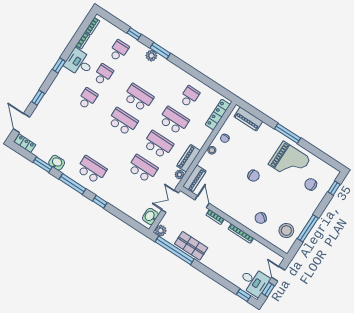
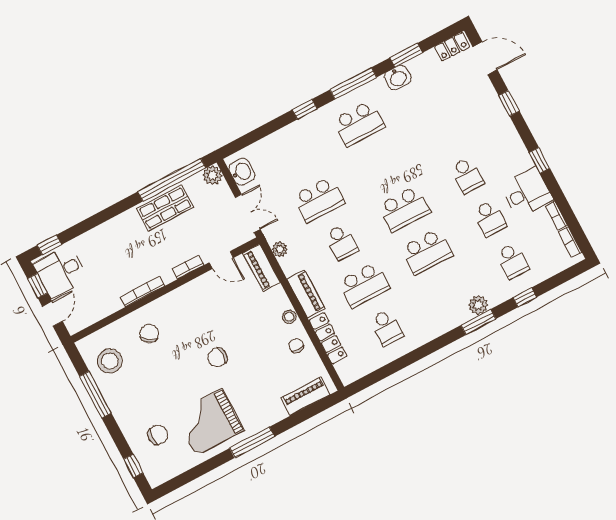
locker: (218, 115) -> (328, 338), moved
school desk: (158, 145) -> (341, 242), width x0.54
piano: (189, 158) -> (306, 294), moved
door: (278, 274) -> (52, 314), hinge flipped

